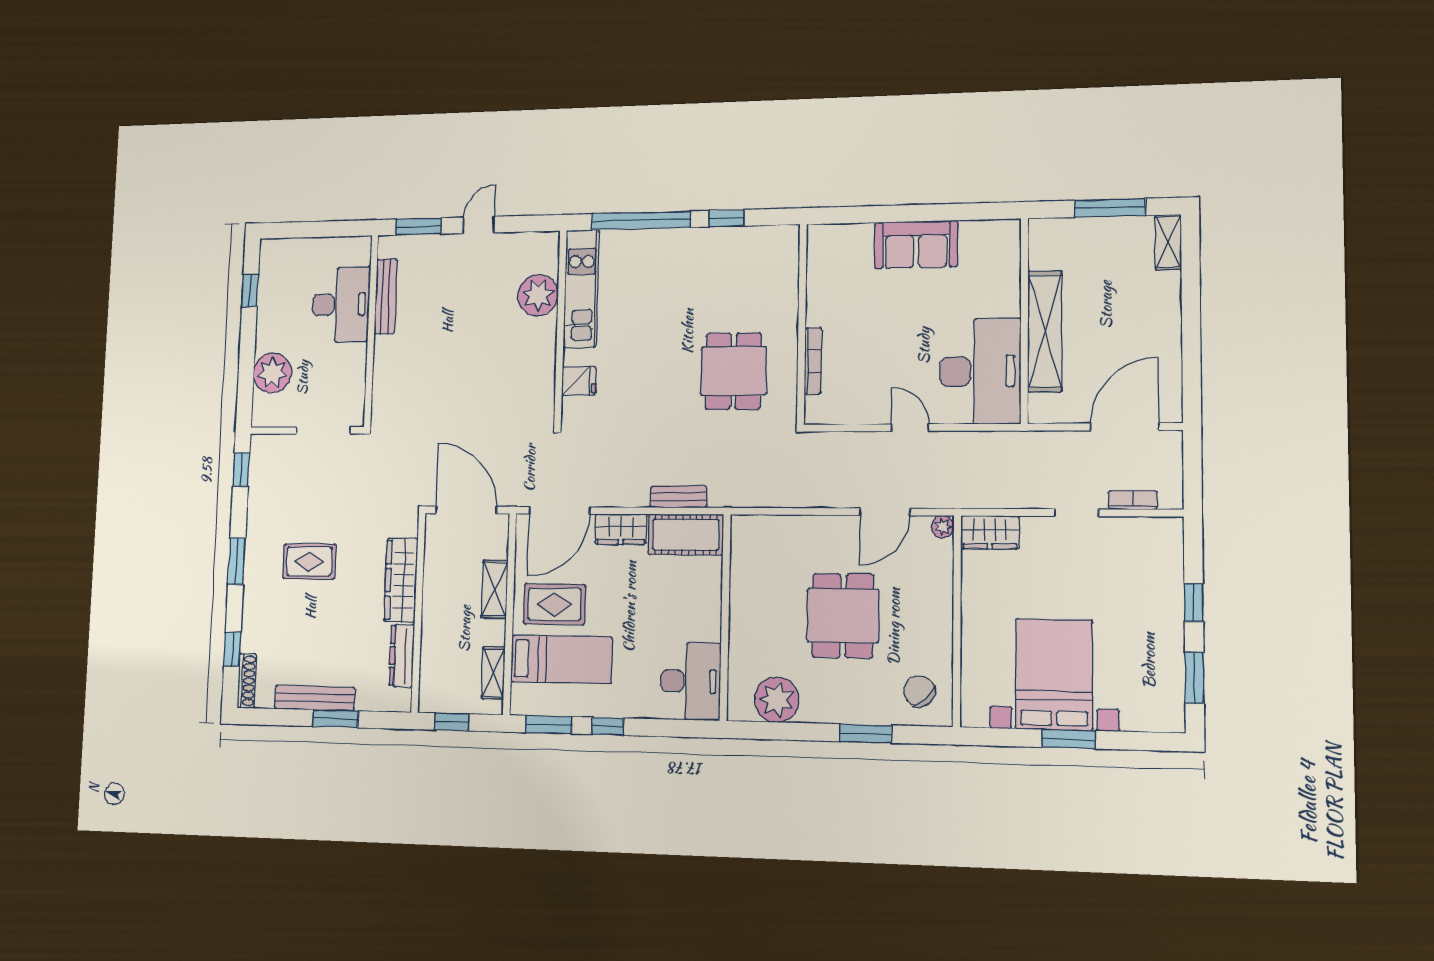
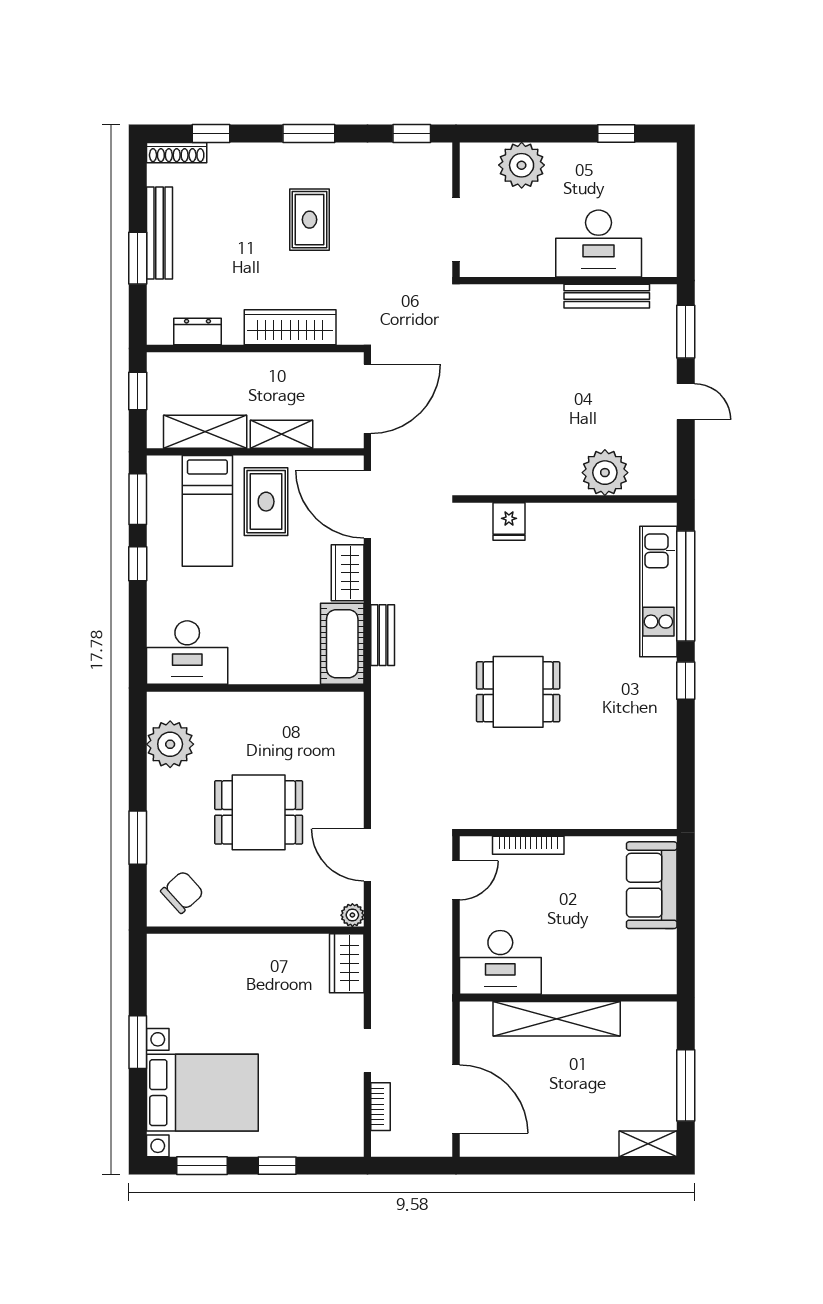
kitchen unit: (581, 289) -> (658, 591), moved, turned 90
wall: (802, 324) -> (568, 833), moved
bookcase: (813, 361) -> (528, 845), moved
desk: (980, 371) -> (500, 962), width x0.73, depth x0.77
dresser: (402, 656) -> (197, 332), width x0.70
shelving: (493, 673) -> (205, 432), width x1.50, depth x1.33
bed with nightstands: (1054, 674) -> (202, 1093), moved

